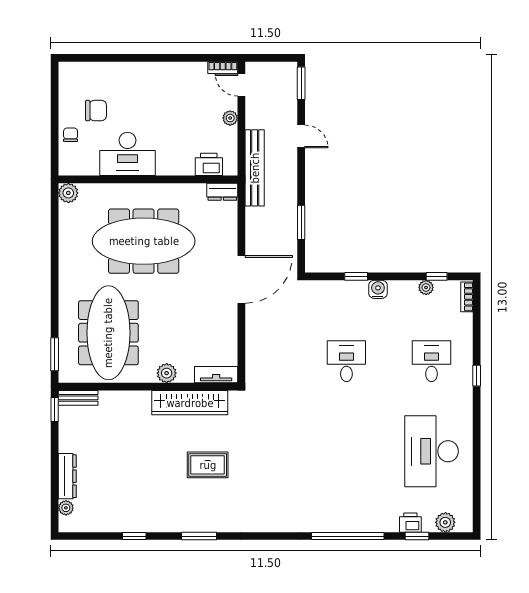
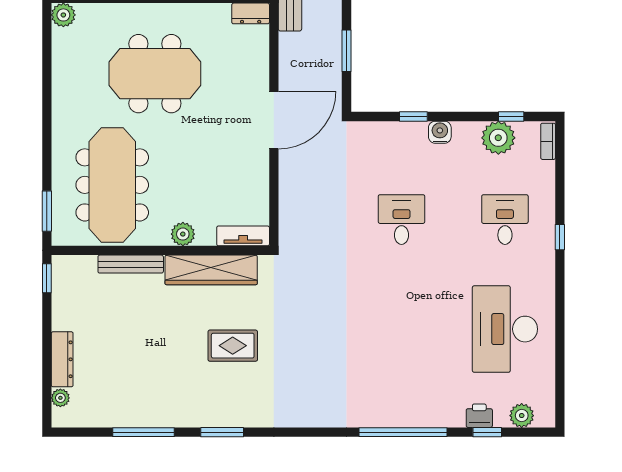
meeting table: (144, 241) -> (155, 74), width x0.73
plant: (426, 287) -> (498, 138), width x1.88, depth x1.88
bench: (78, 398) -> (131, 264), moved, width x1.36
window: (134, 536) -> (144, 432), width x2.17

